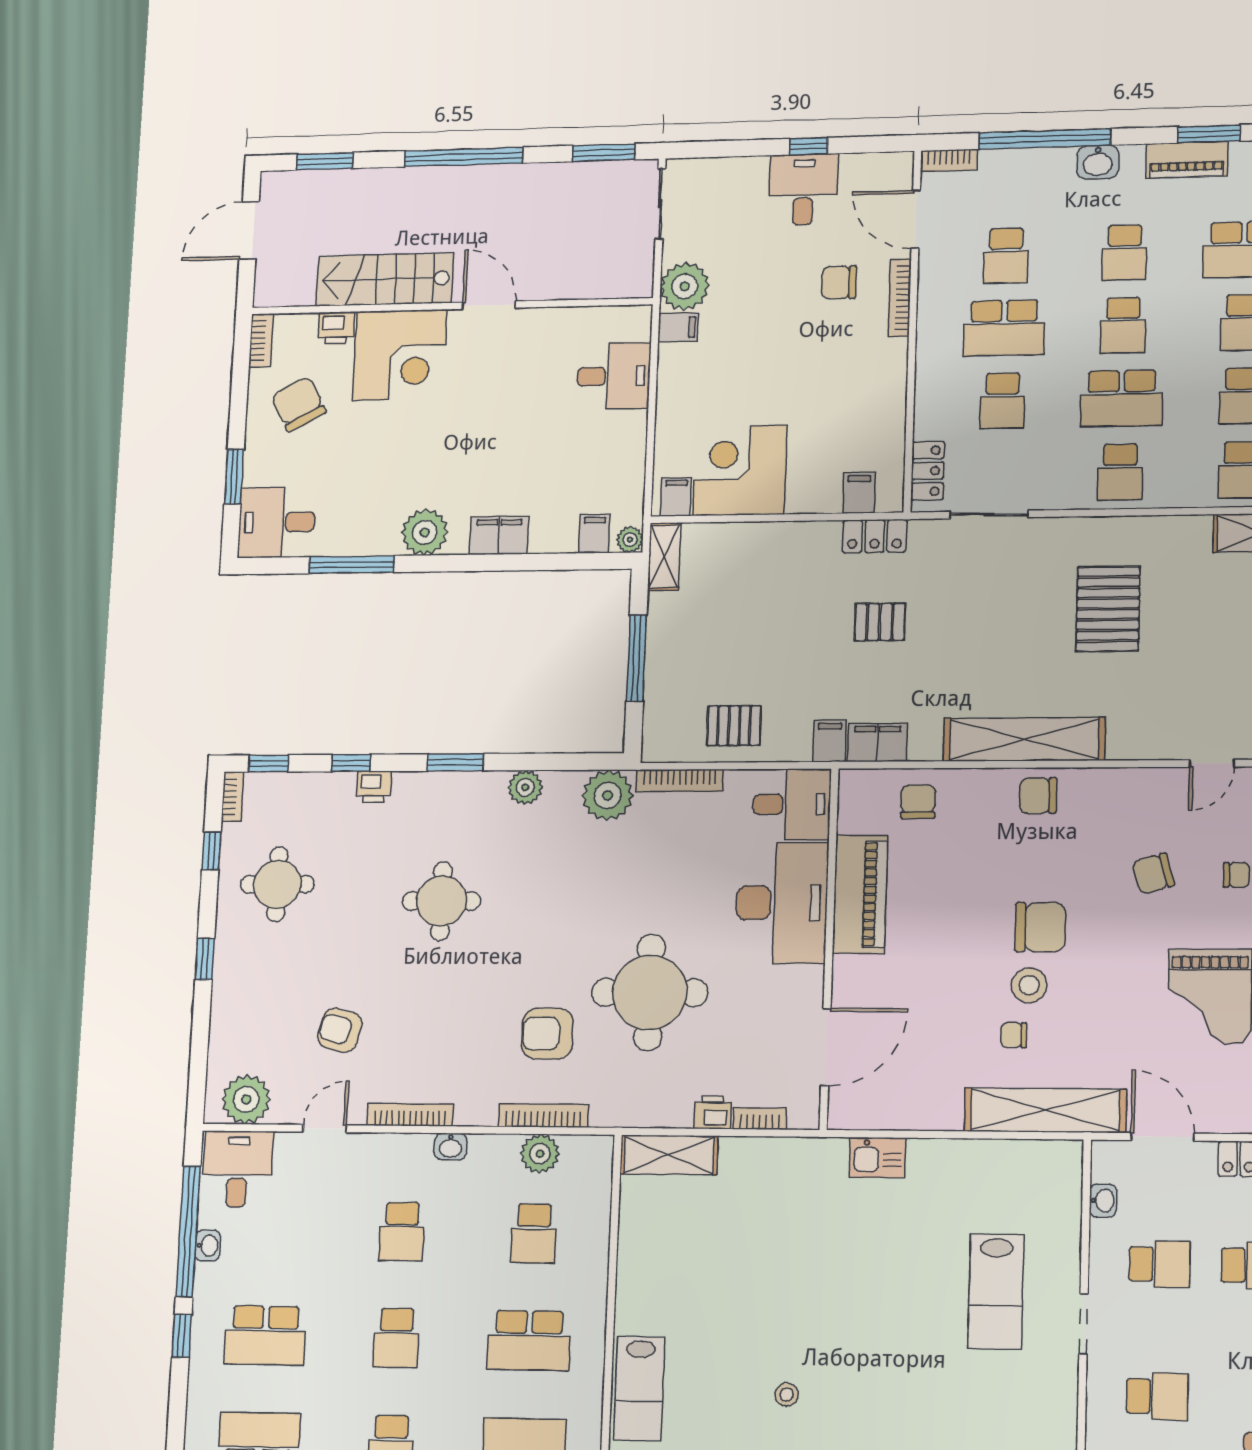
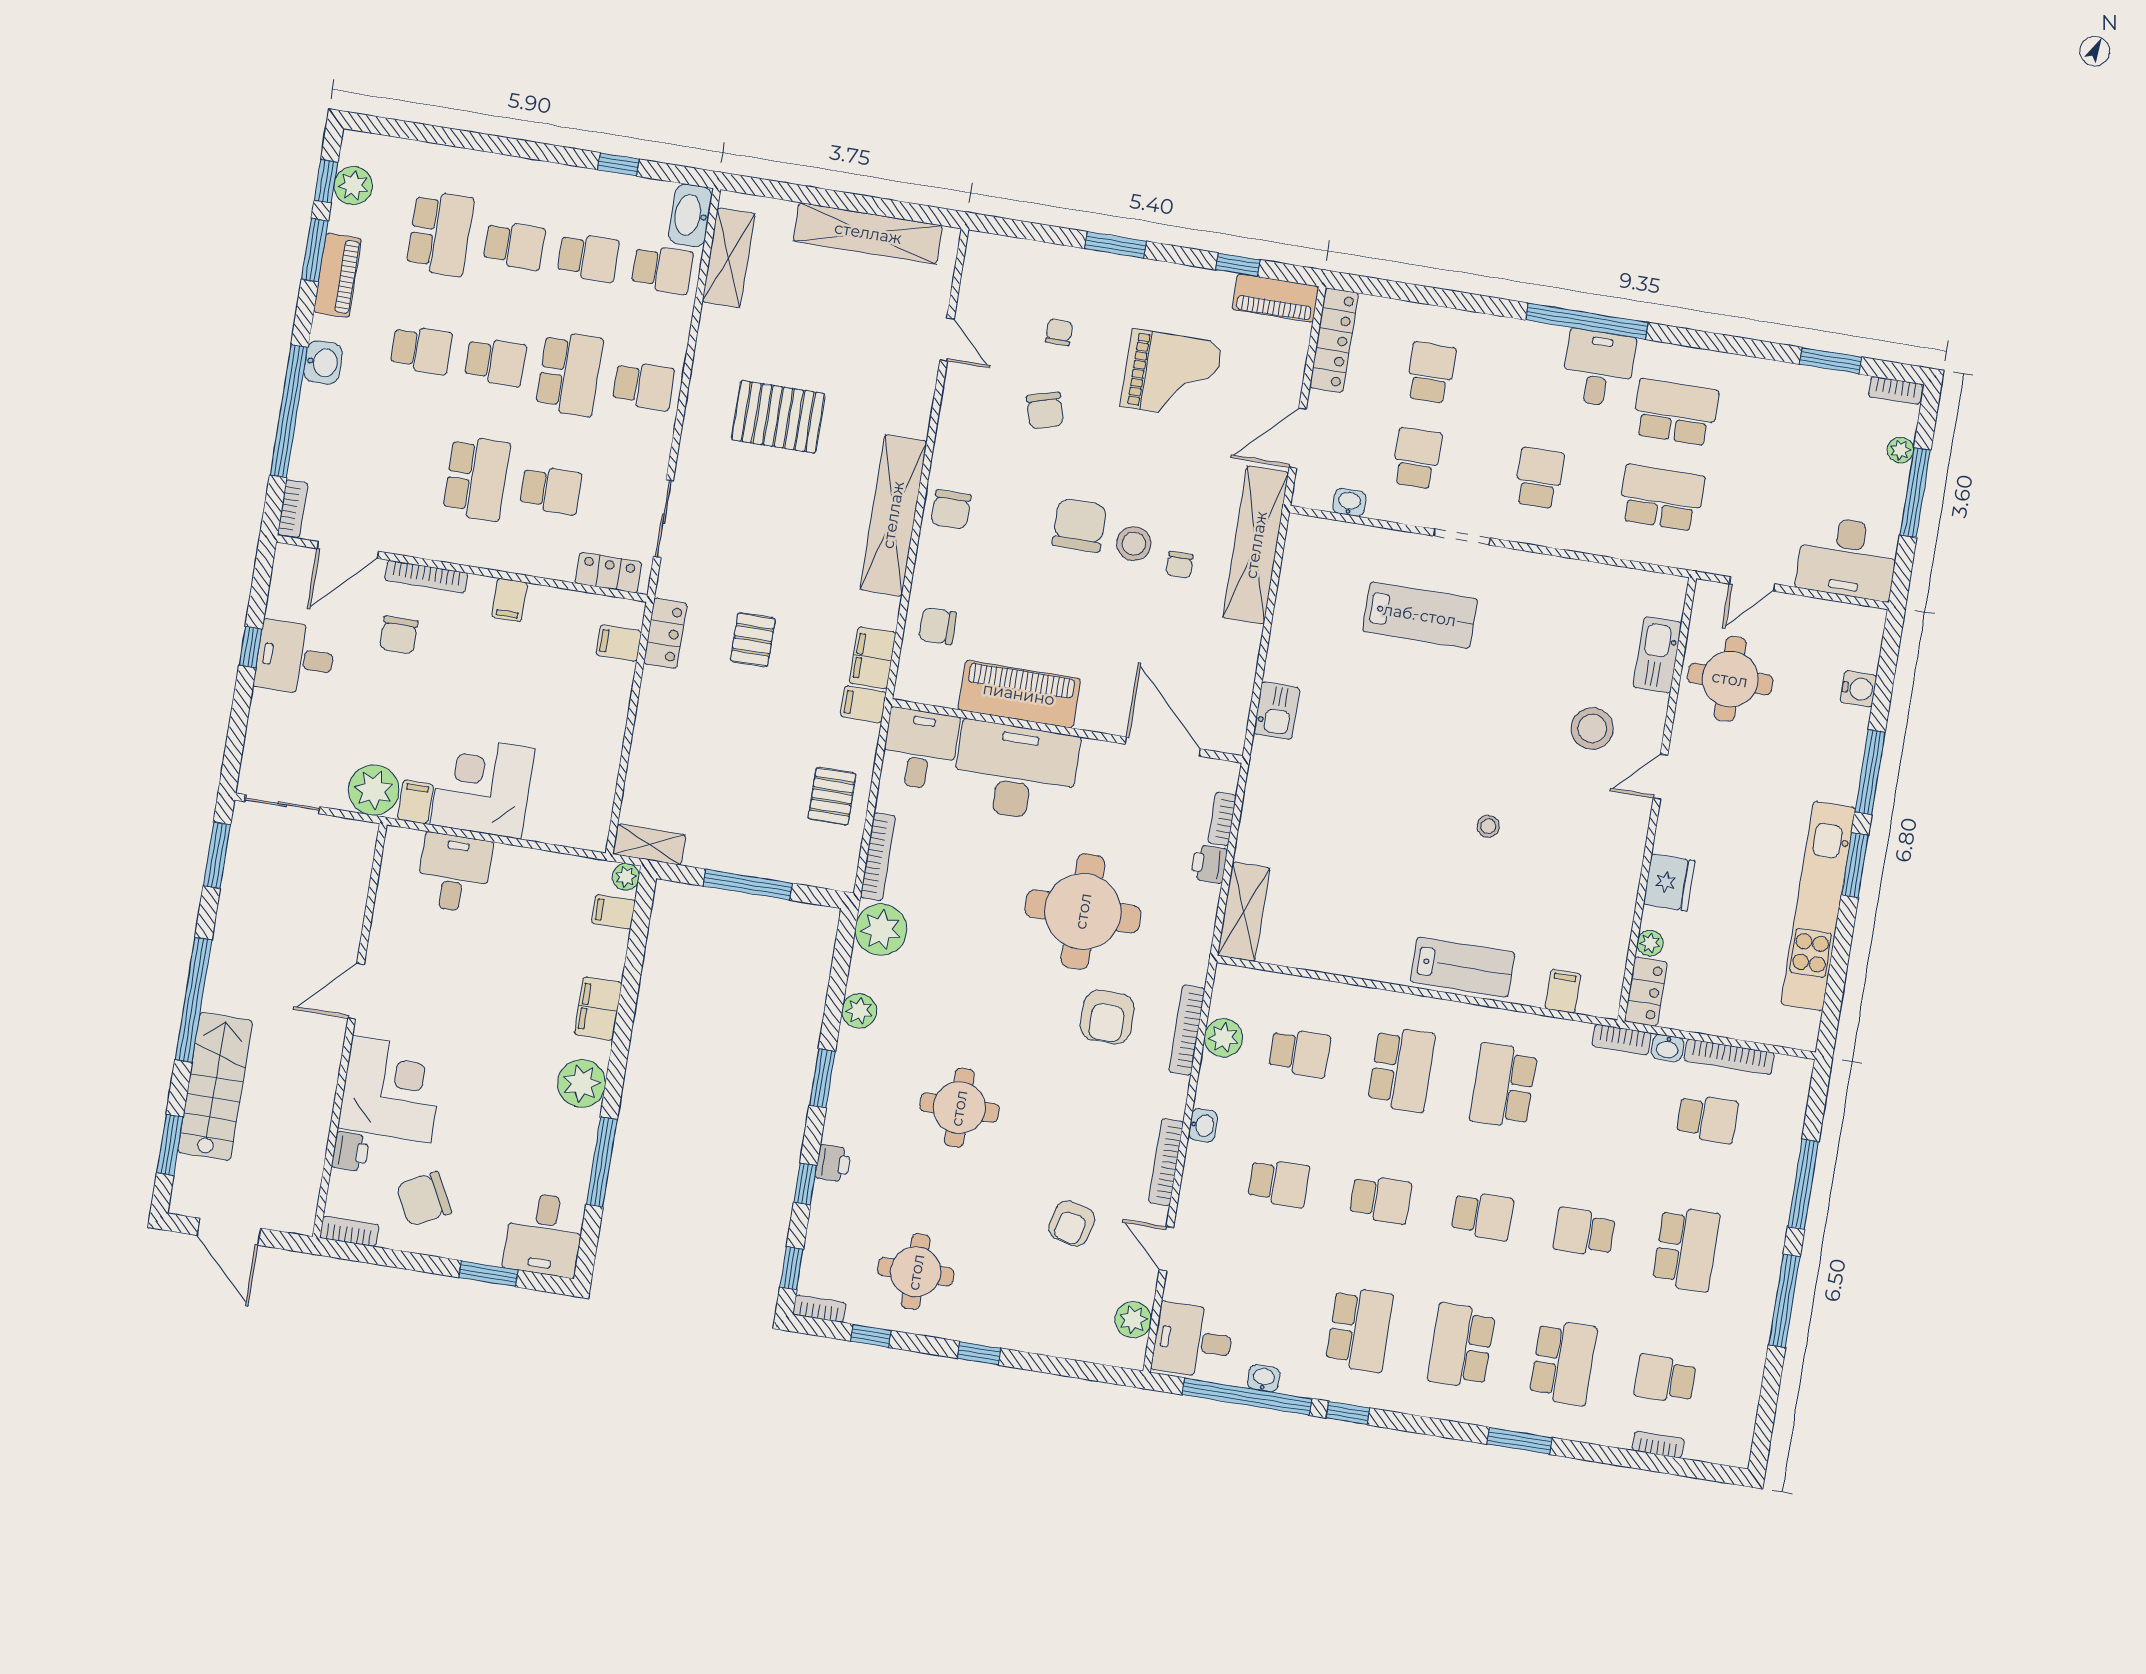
school desk: (1006, 256) -> (402, 466), removed
stairs: (385, 279) -> (215, 1086), moved, turned 180
corner desk: (740, 470) -> (483, 787), moved, turned 90
filing cabinet: (676, 497) -> (509, 600), moved, turned -90
plant: (246, 1099) -> (1133, 1320), width x0.73, depth x0.73

